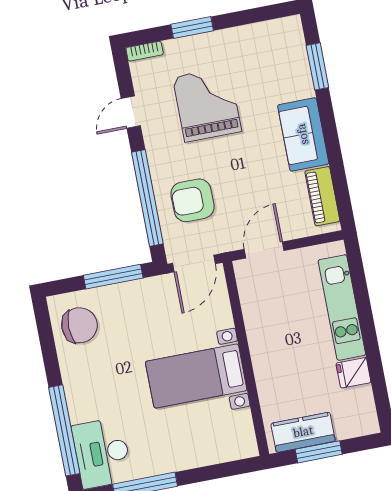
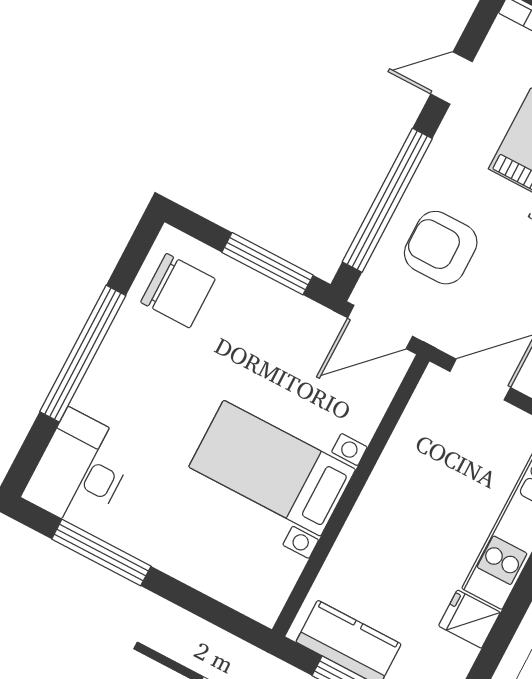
window: (64, 430) -> (83, 354), moved

